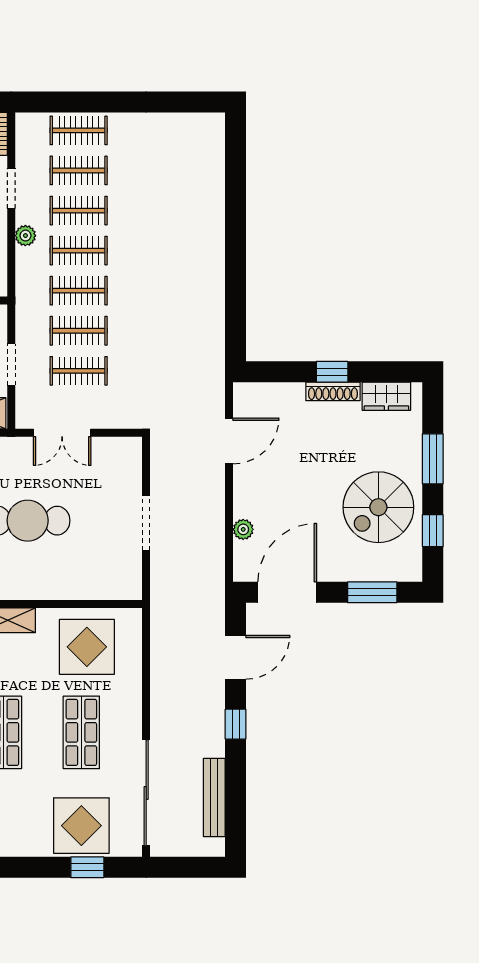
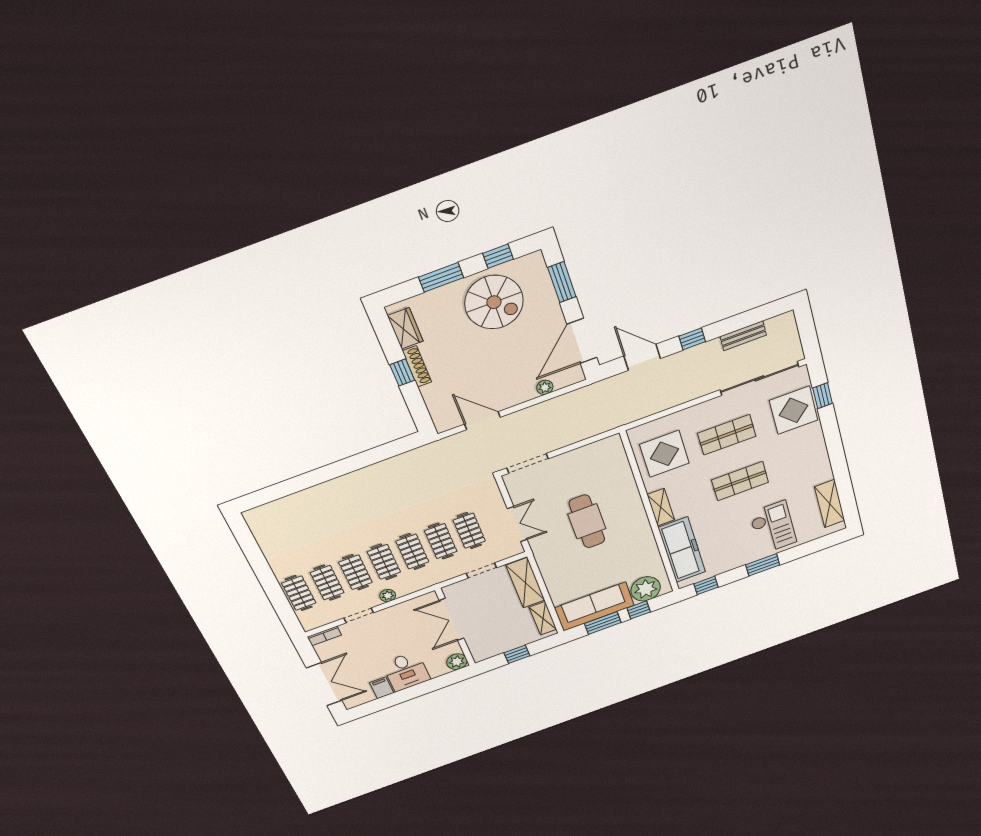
doorway: (146, 523) -> (528, 463), moved
door: (287, 592) -> (582, 341), hinge flipped
bench: (214, 798) -> (743, 336), width x0.73

